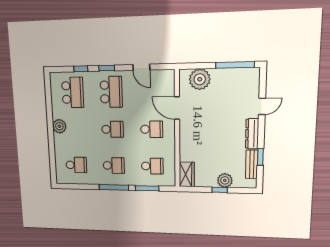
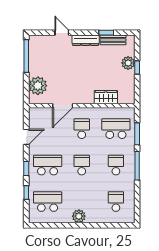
school desk: (152, 166) -> (116, 129), width x1.85
wardrobe: (187, 174) -> (106, 97), moved

